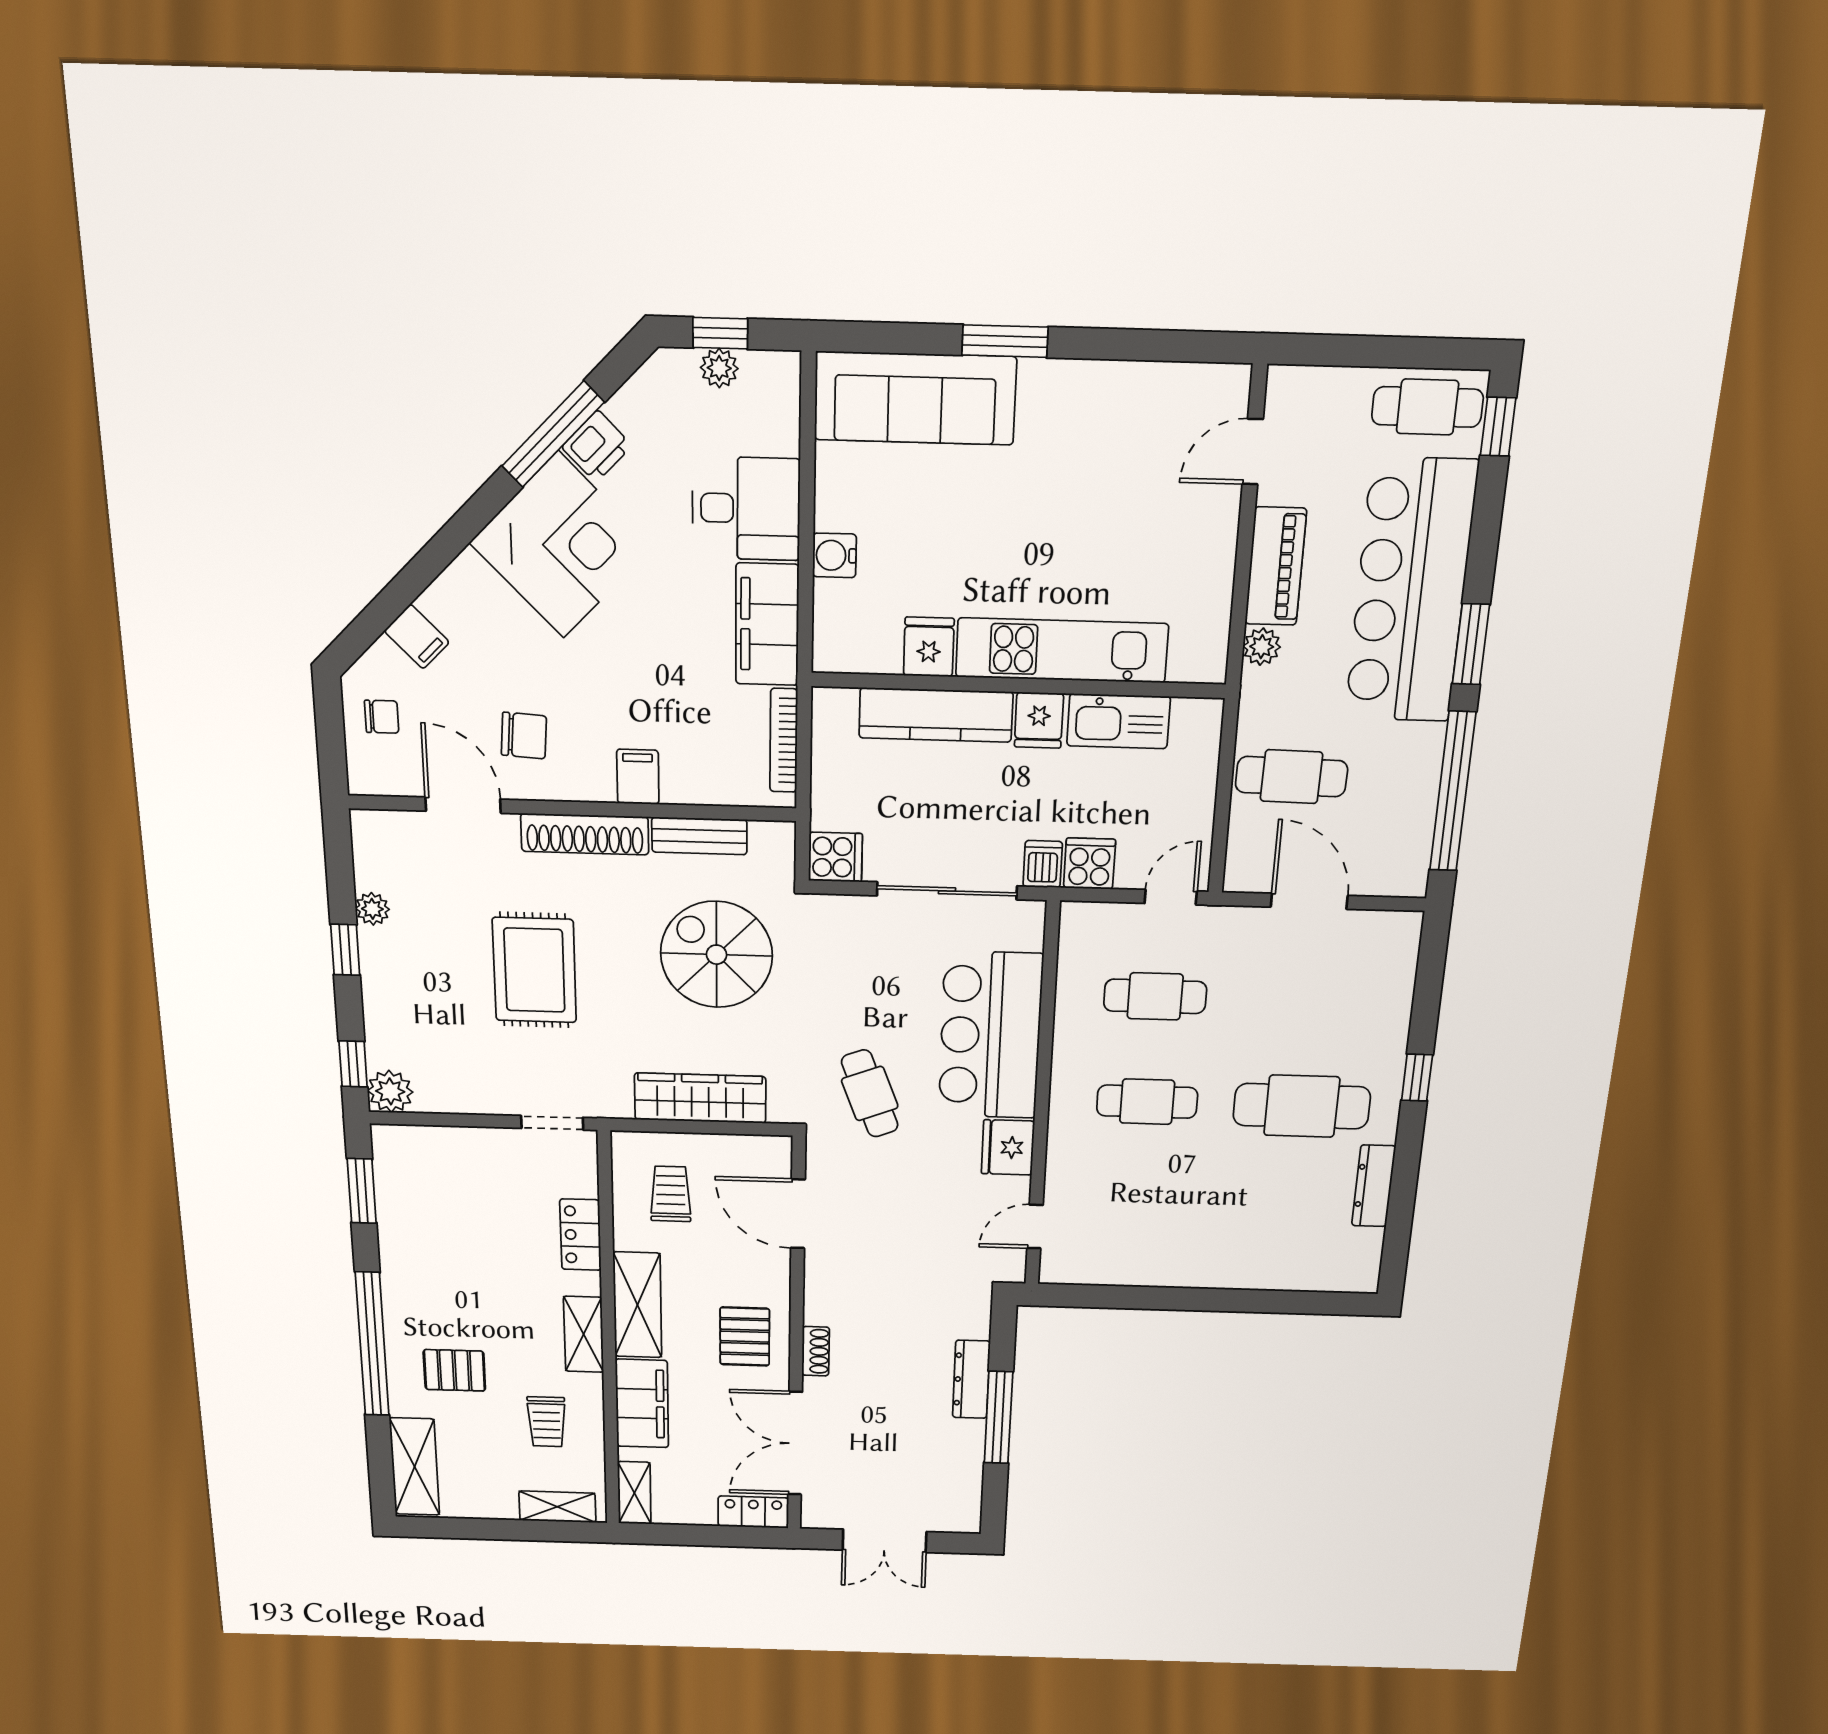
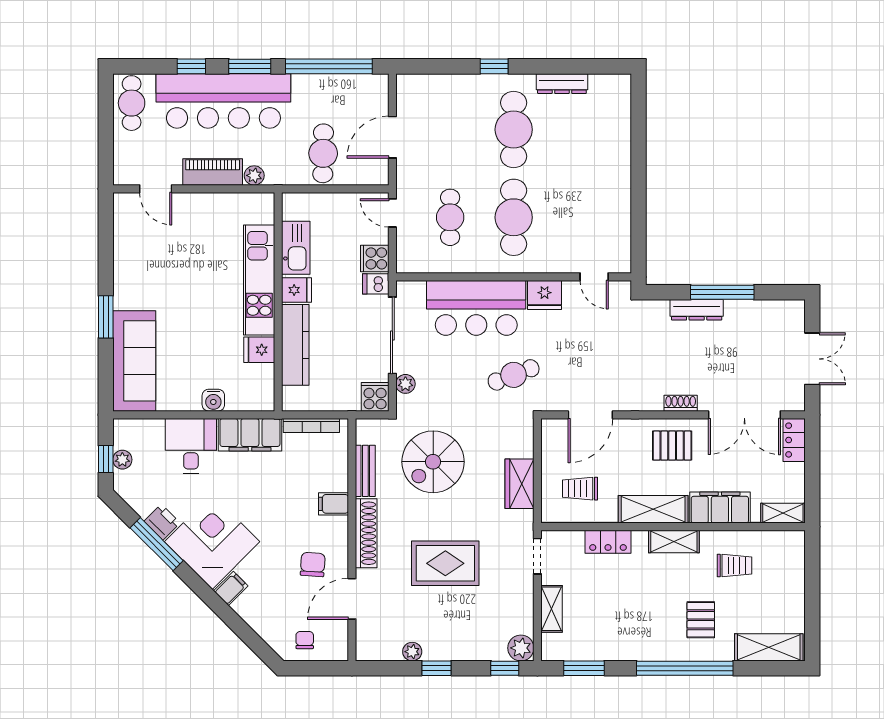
window: (1498, 427) -> (191, 66), moved
filing cabinet: (417, 637) -> (231, 588), moved
plant: (858, 911) -> (405, 384), added
wardrobe: (700, 1098) -> (519, 484), width x0.67
cafe table: (1147, 1102) -> (514, 217), width x1.37, depth x1.35
shelving: (557, 1507) -> (552, 609), moved

